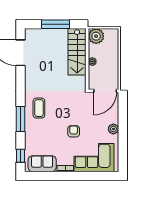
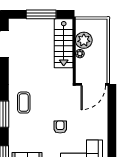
plant: (96, 36) -> (84, 40), moved
plant: (113, 129) -> (102, 125), removed

